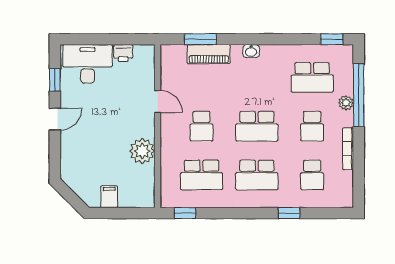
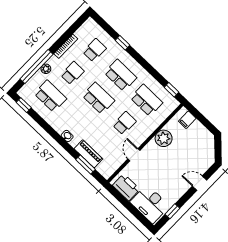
printer: (123, 53) -> (126, 187), width x1.87, depth x1.48
door: (55, 119) -> (199, 183), moved
filing cabinet: (109, 197) -> (187, 120), moved

